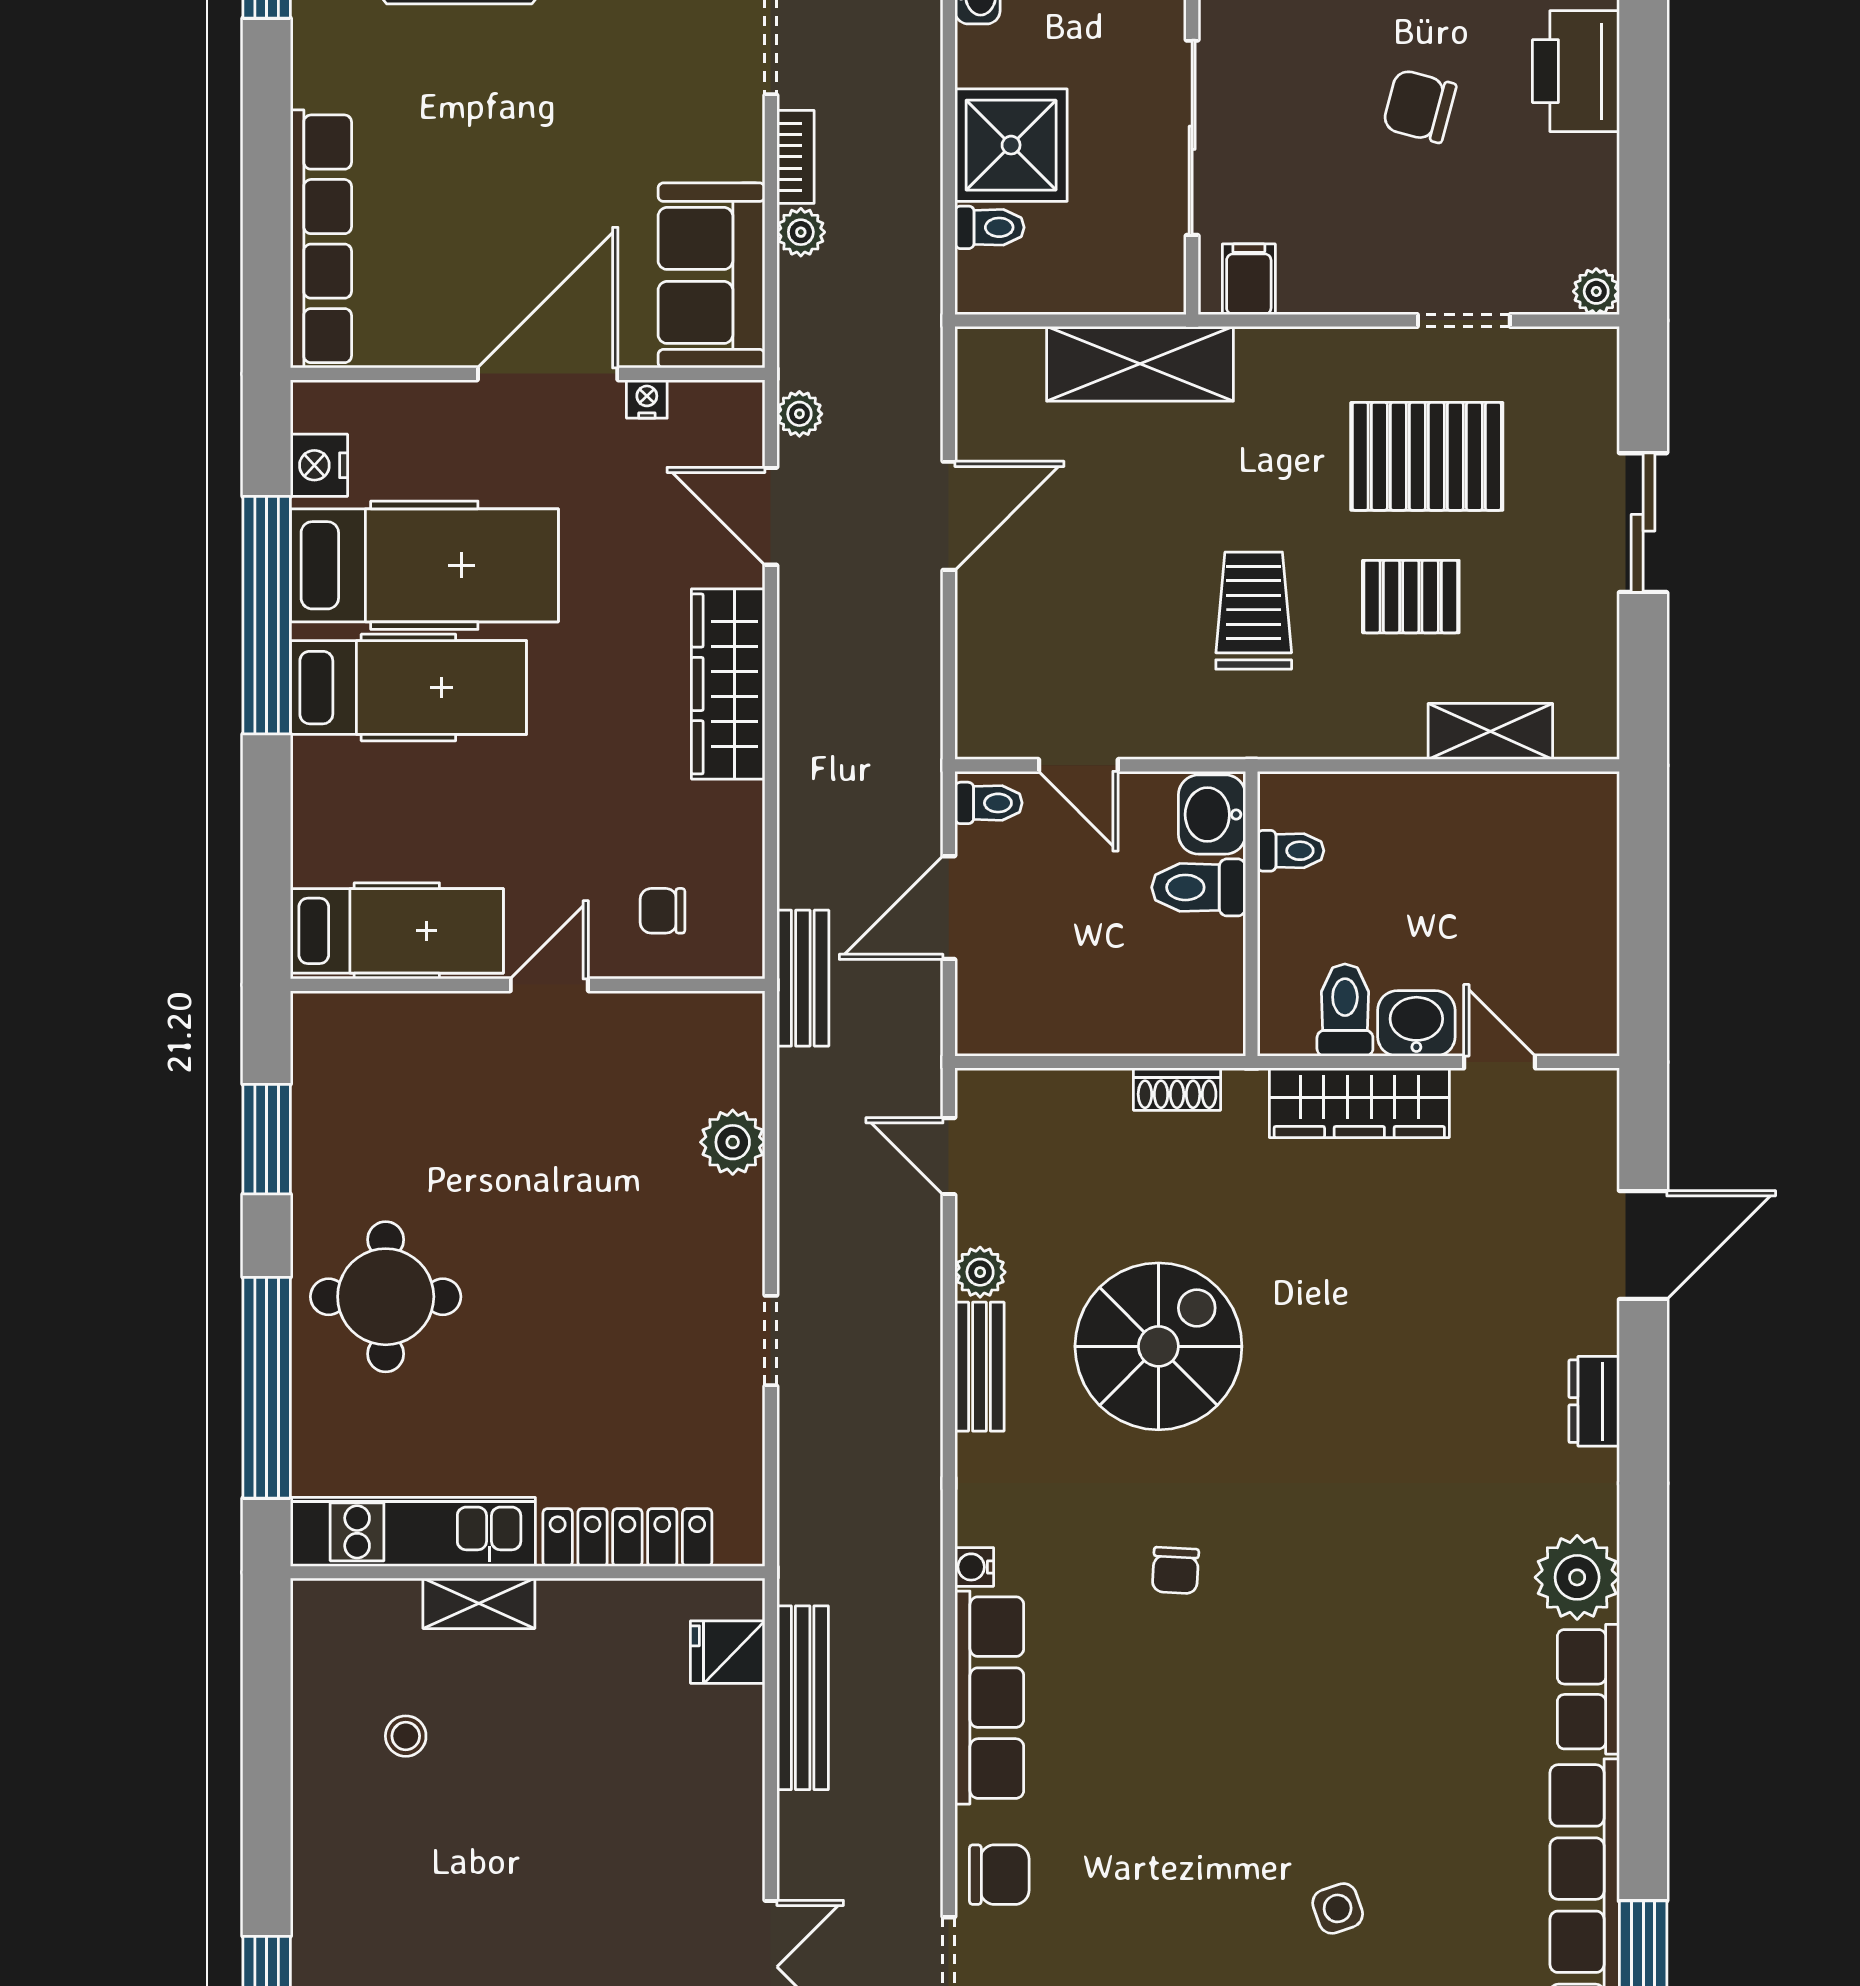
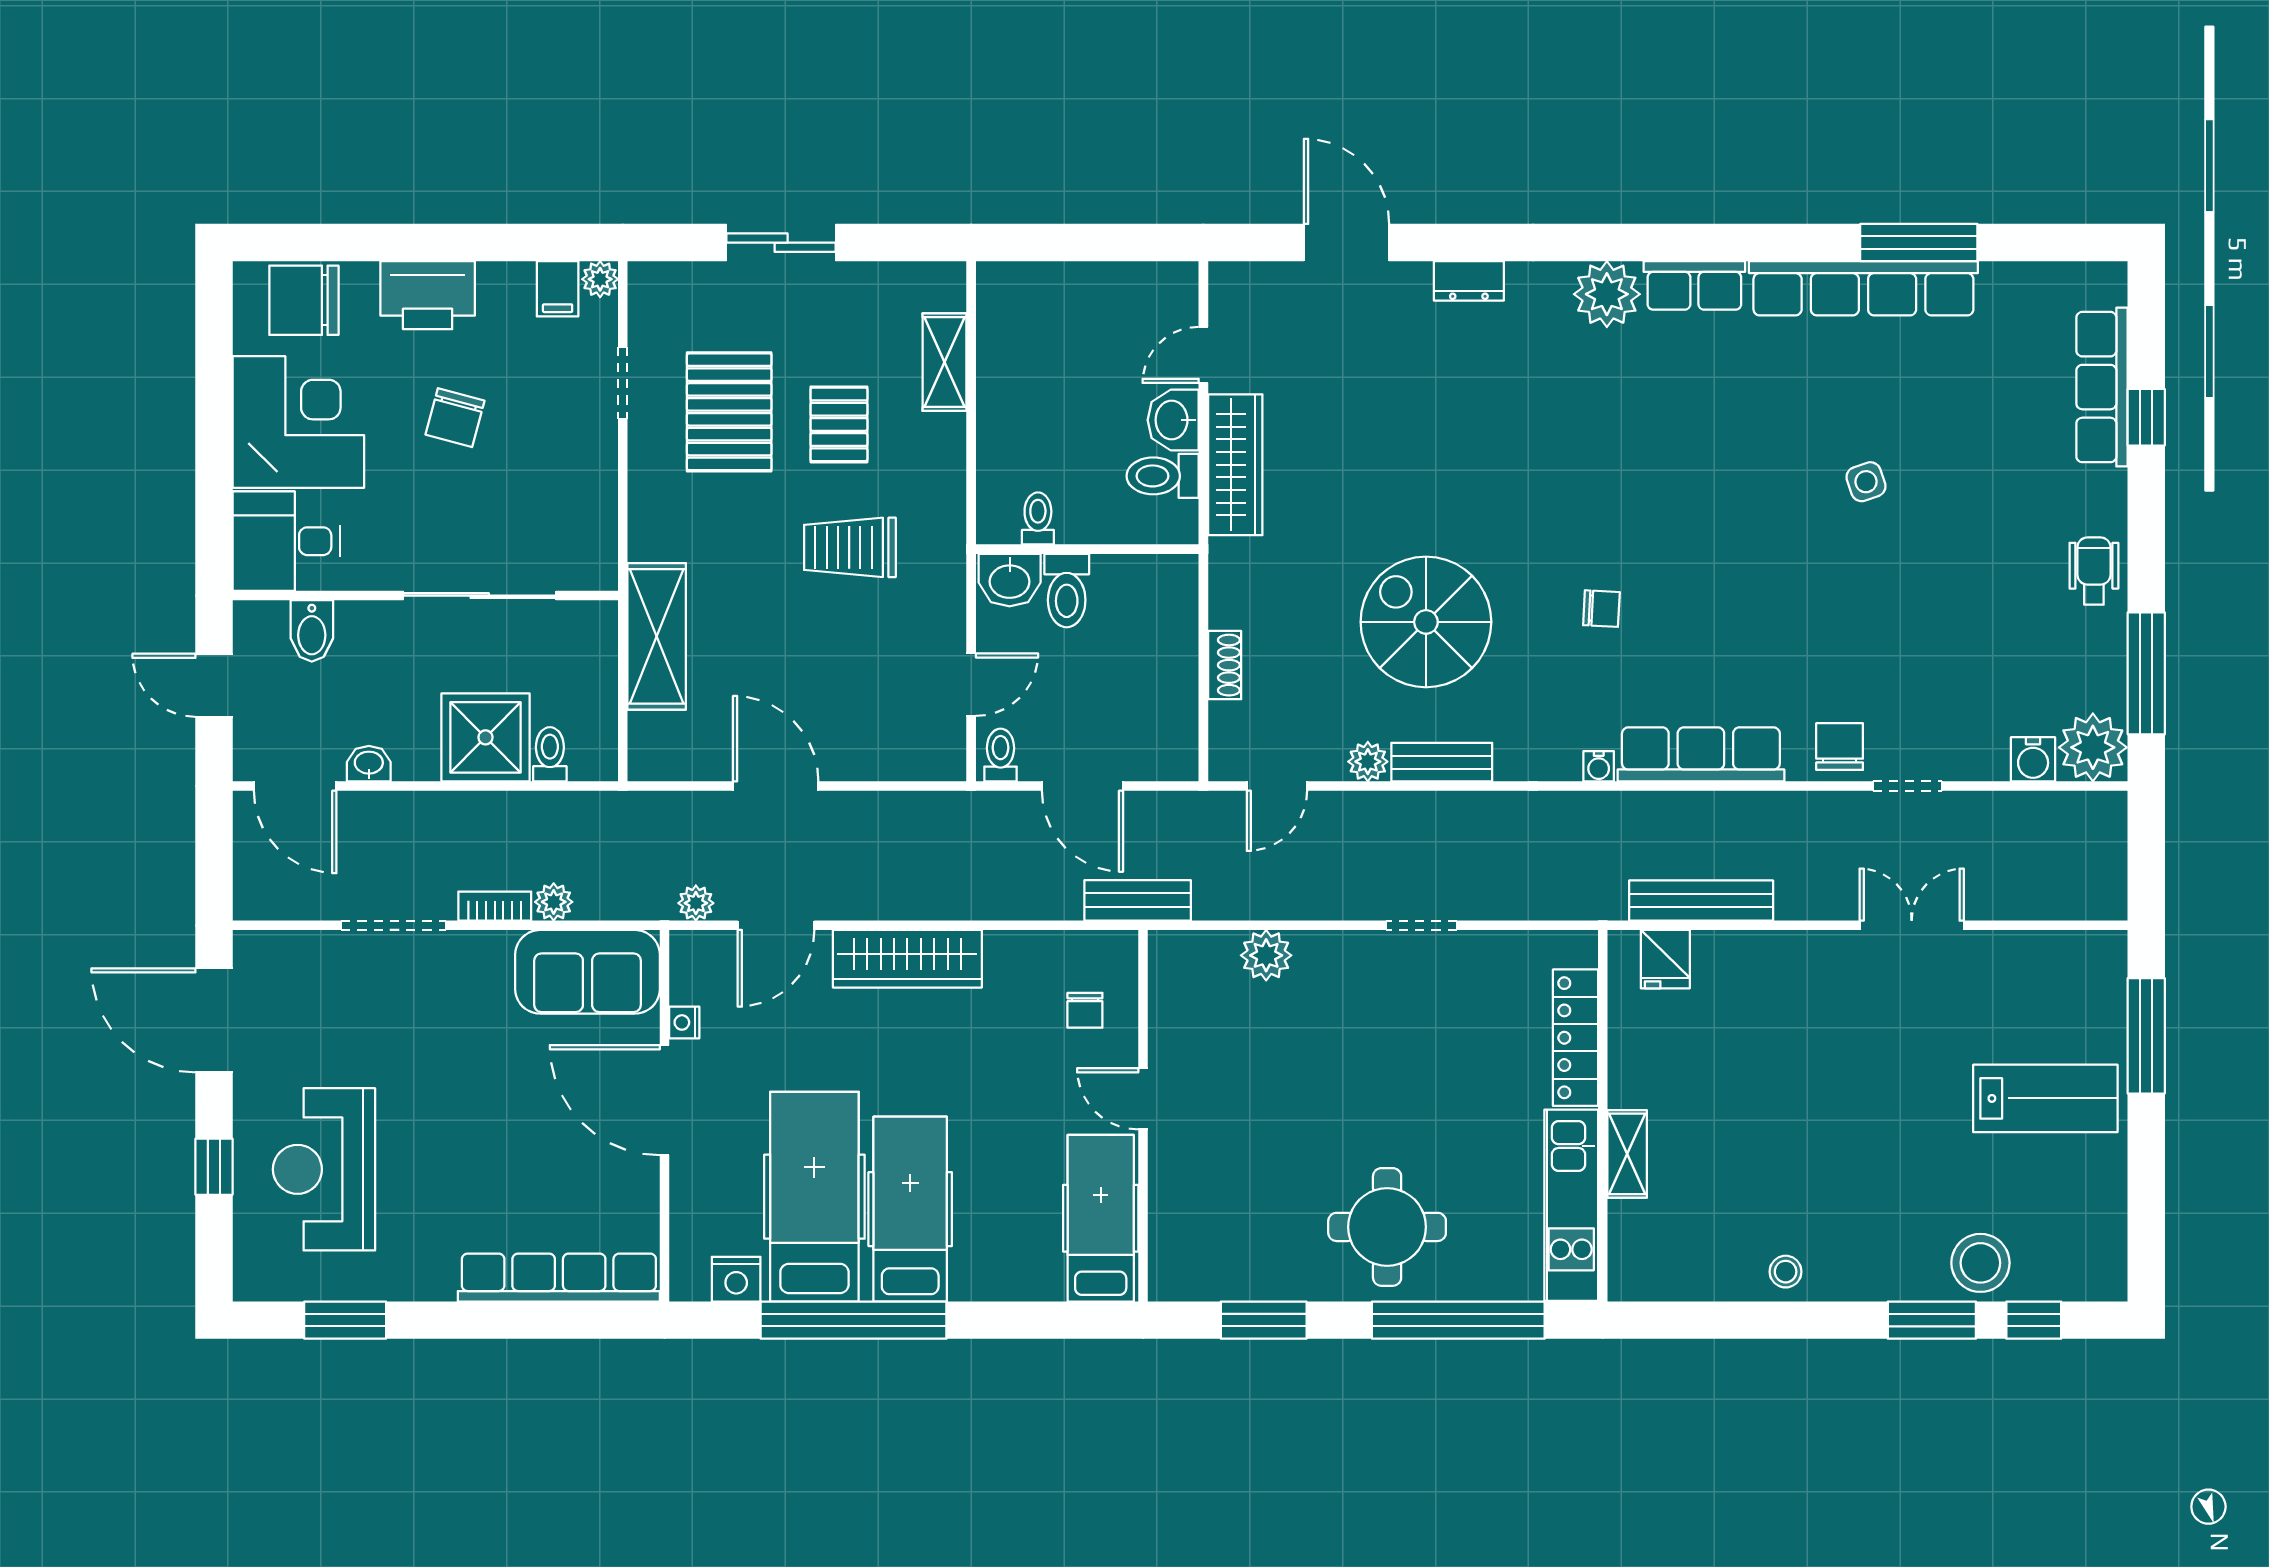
filing cabinet: (1249, 279) -> (558, 289), moved, turned -90
shoe rack: (1177, 1089) -> (1225, 665), moved
stool: (406, 1736) -> (1786, 1272), moved

